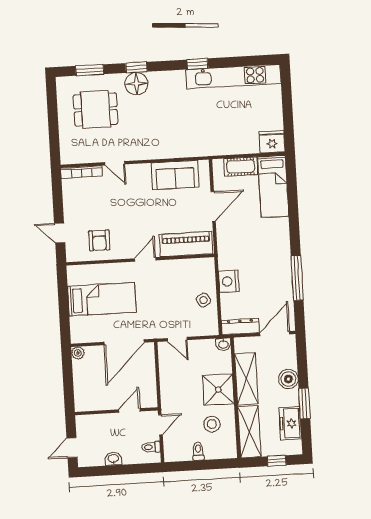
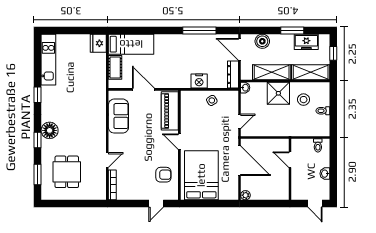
kitchen unit: (233, 76) -> (48, 60), width x0.73
floor lamp: (136, 84) -> (50, 130), moved
bed: (102, 299) -> (201, 175), width x1.50
boiler: (288, 379) -> (262, 41), moved
door: (160, 425) -> (302, 137), removed

